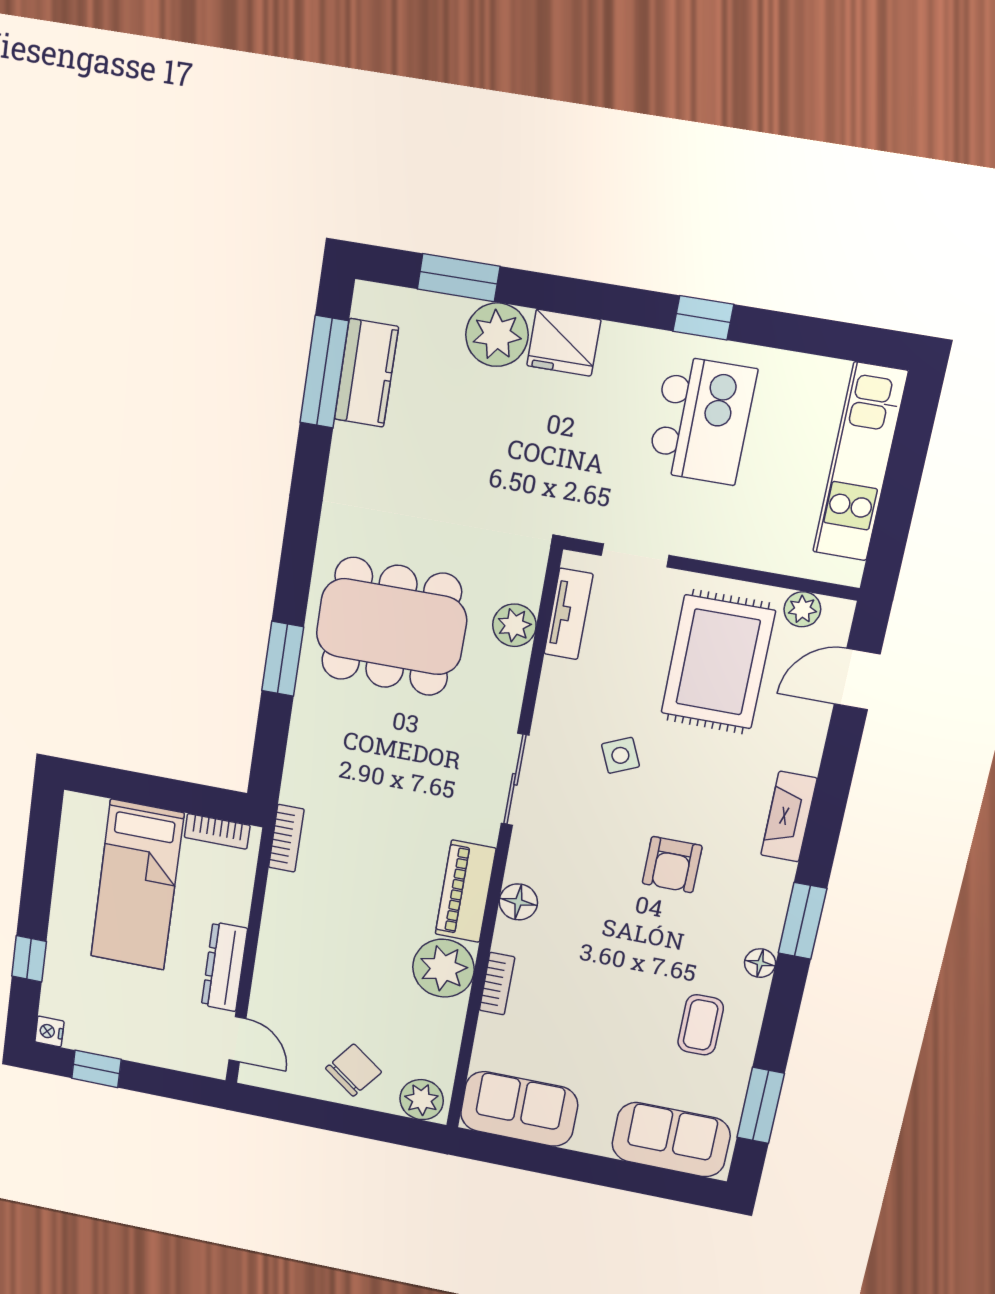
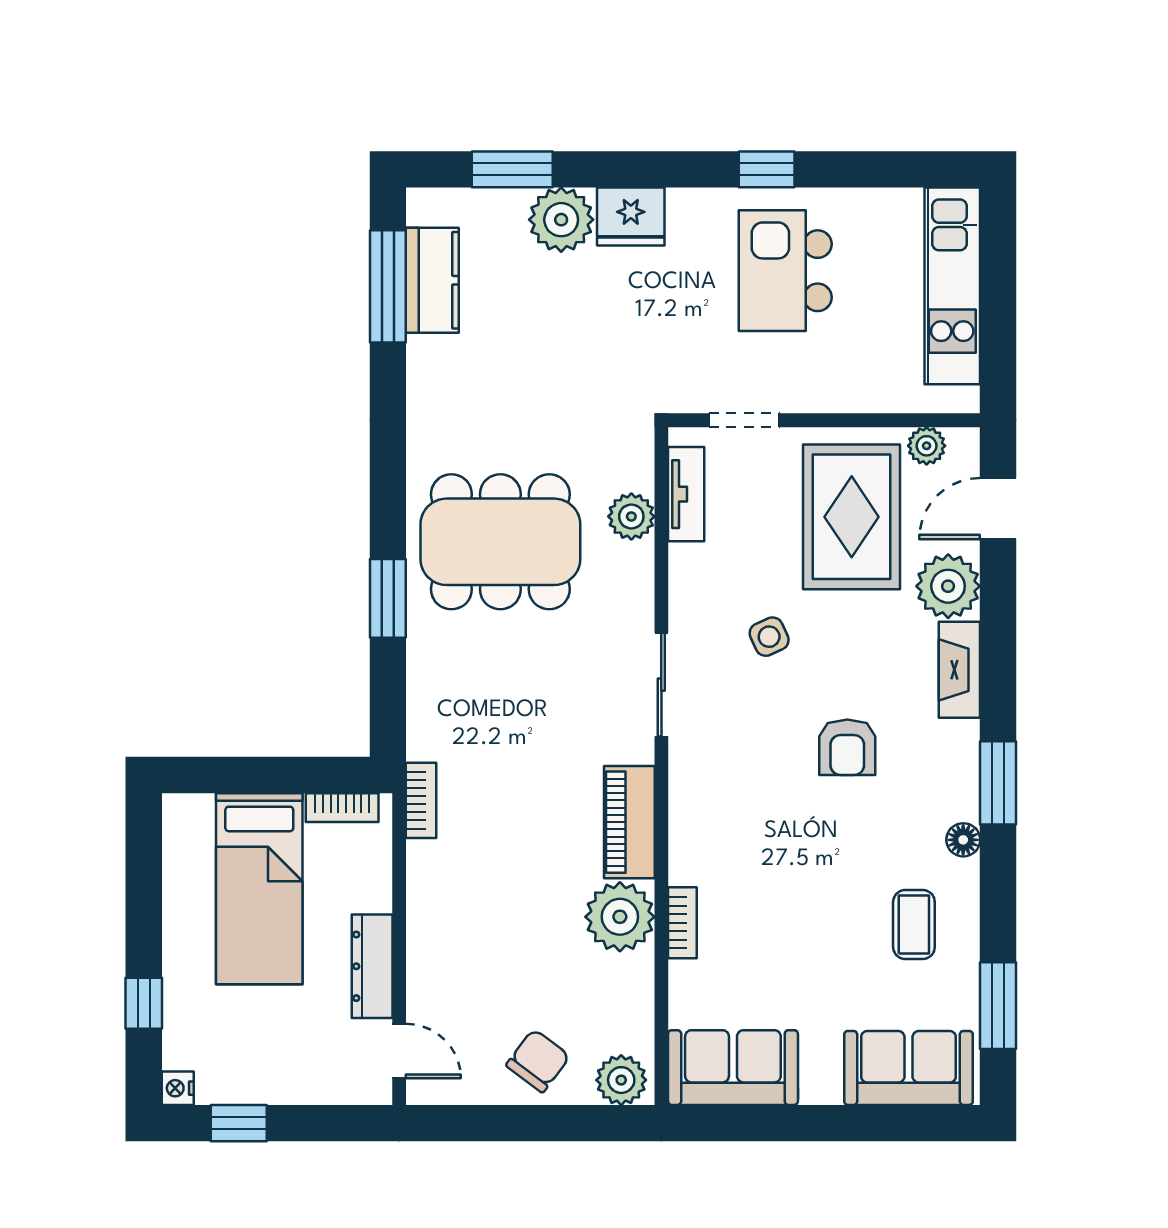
kitchen island: (702, 420) -> (785, 271), turned 180
plant: (795, 741) -> (948, 586), added
floor lamp: (518, 902) -> (689, 823), removed

